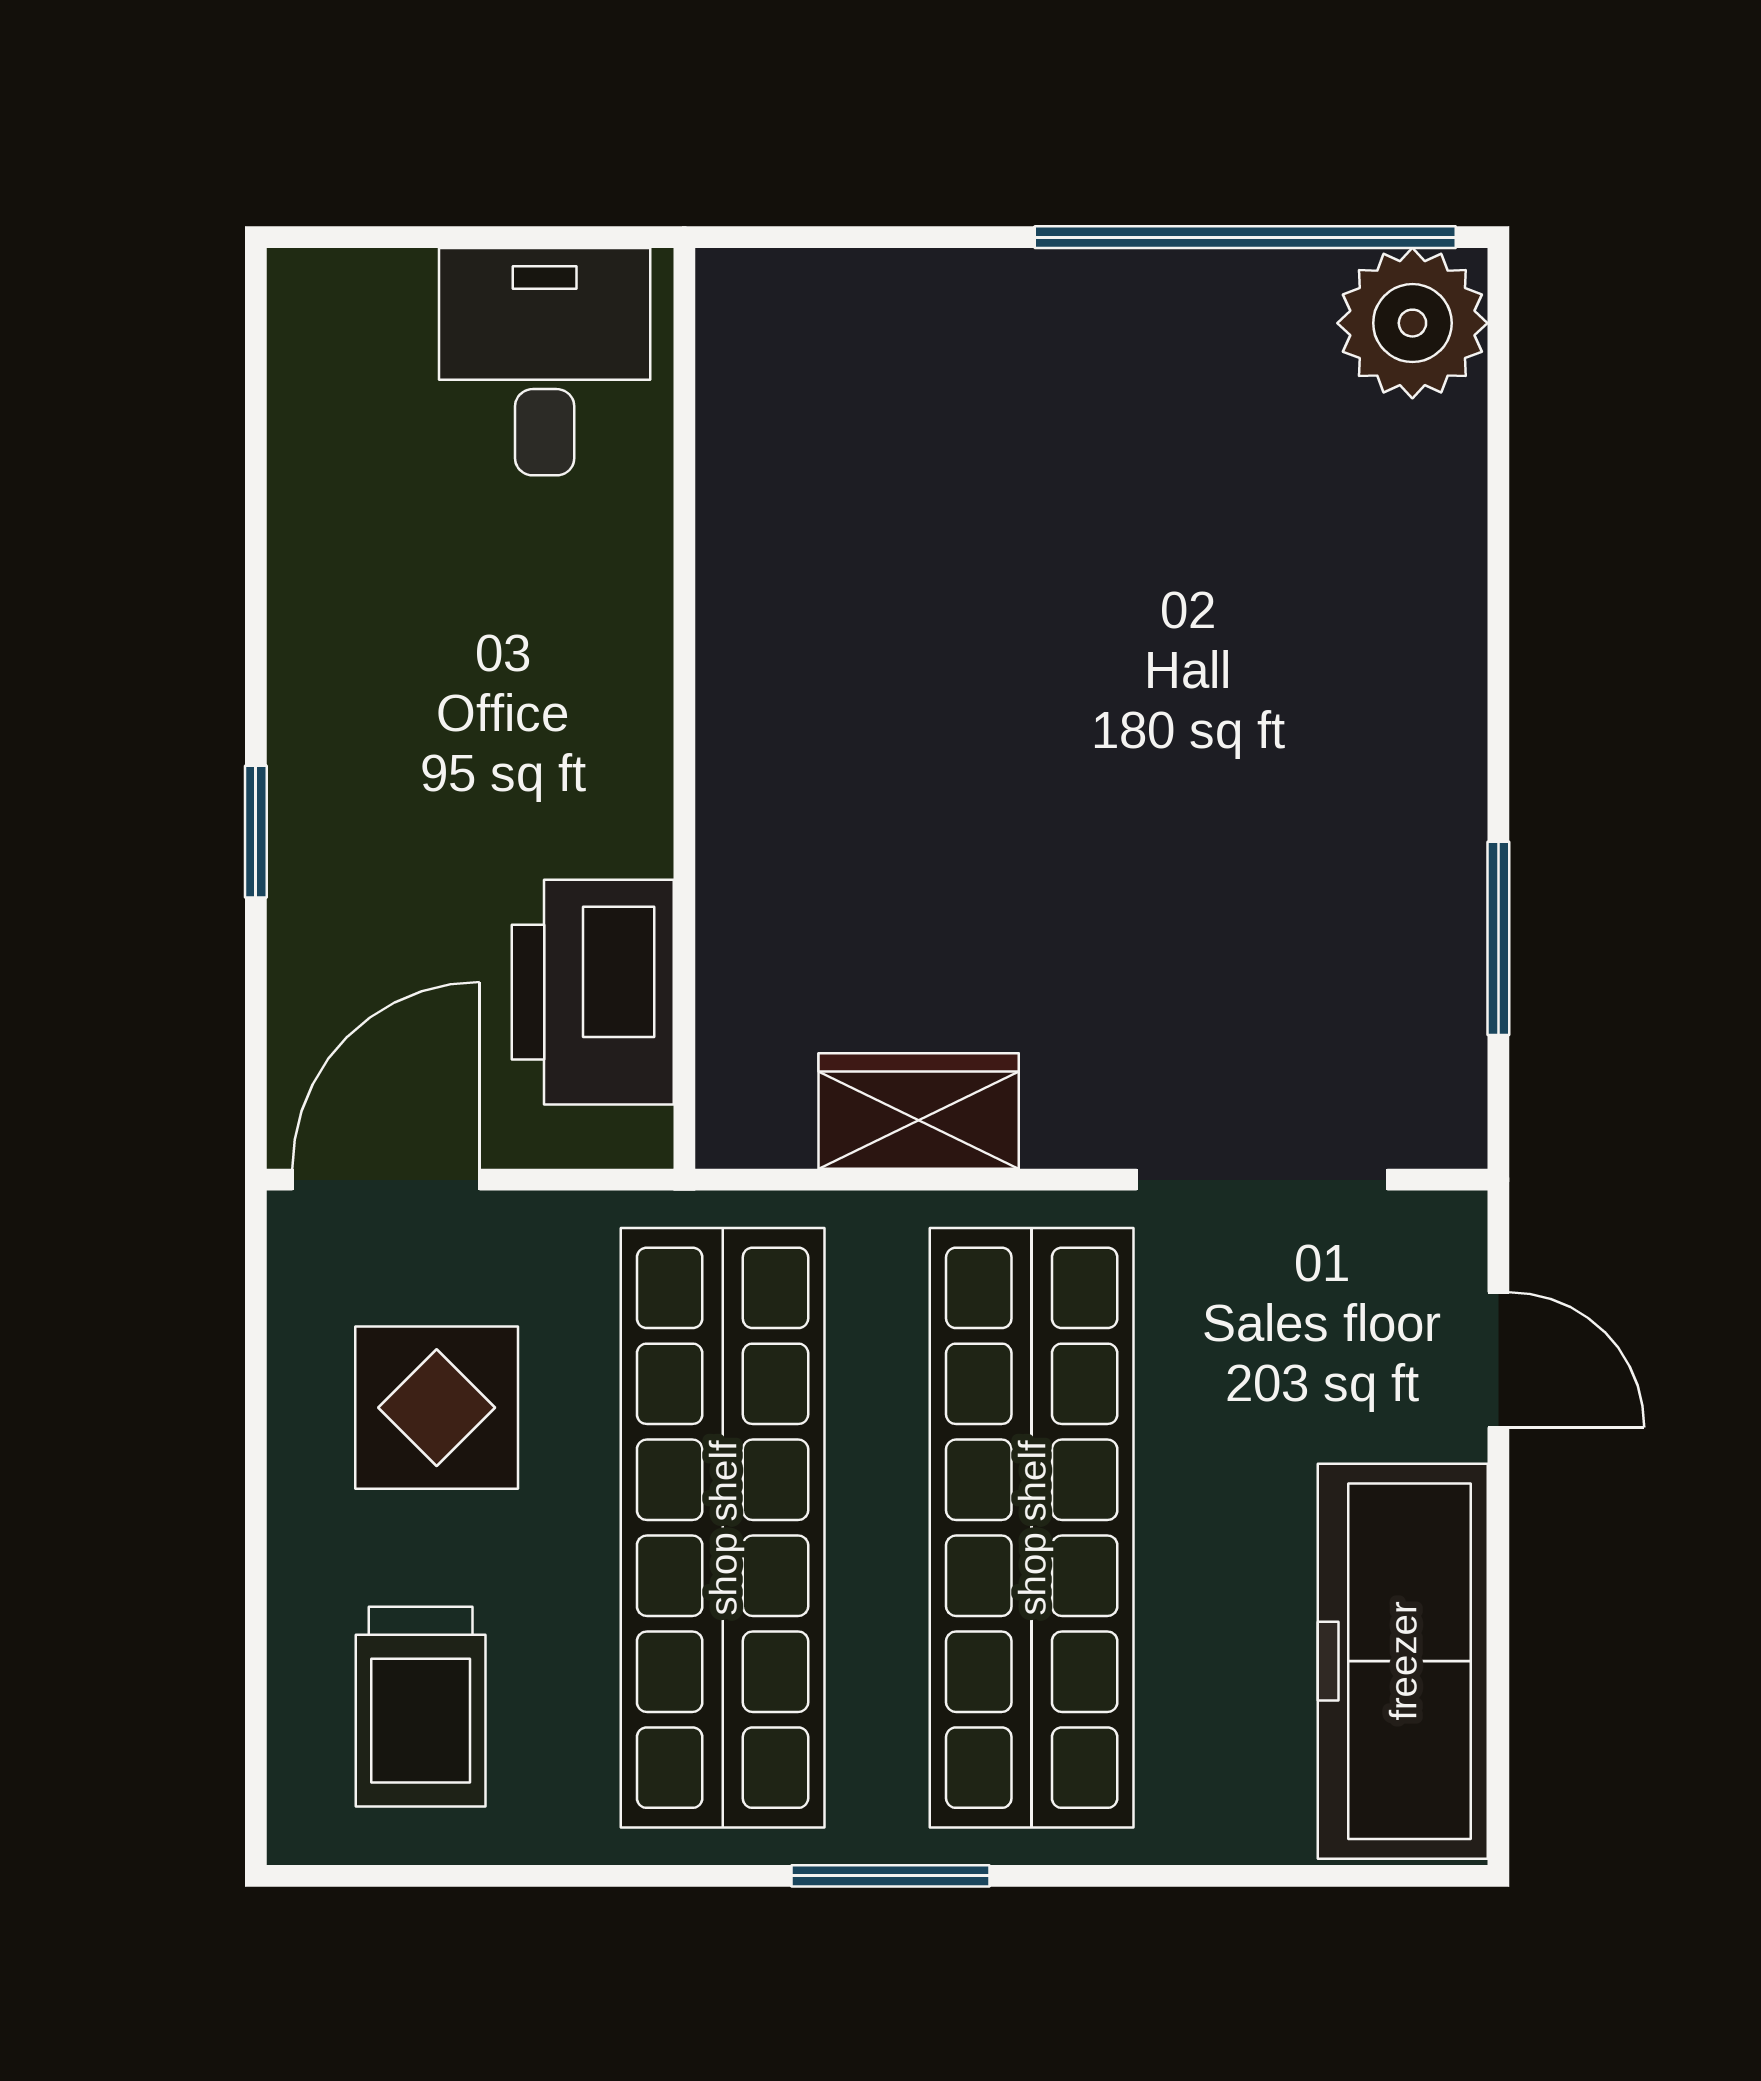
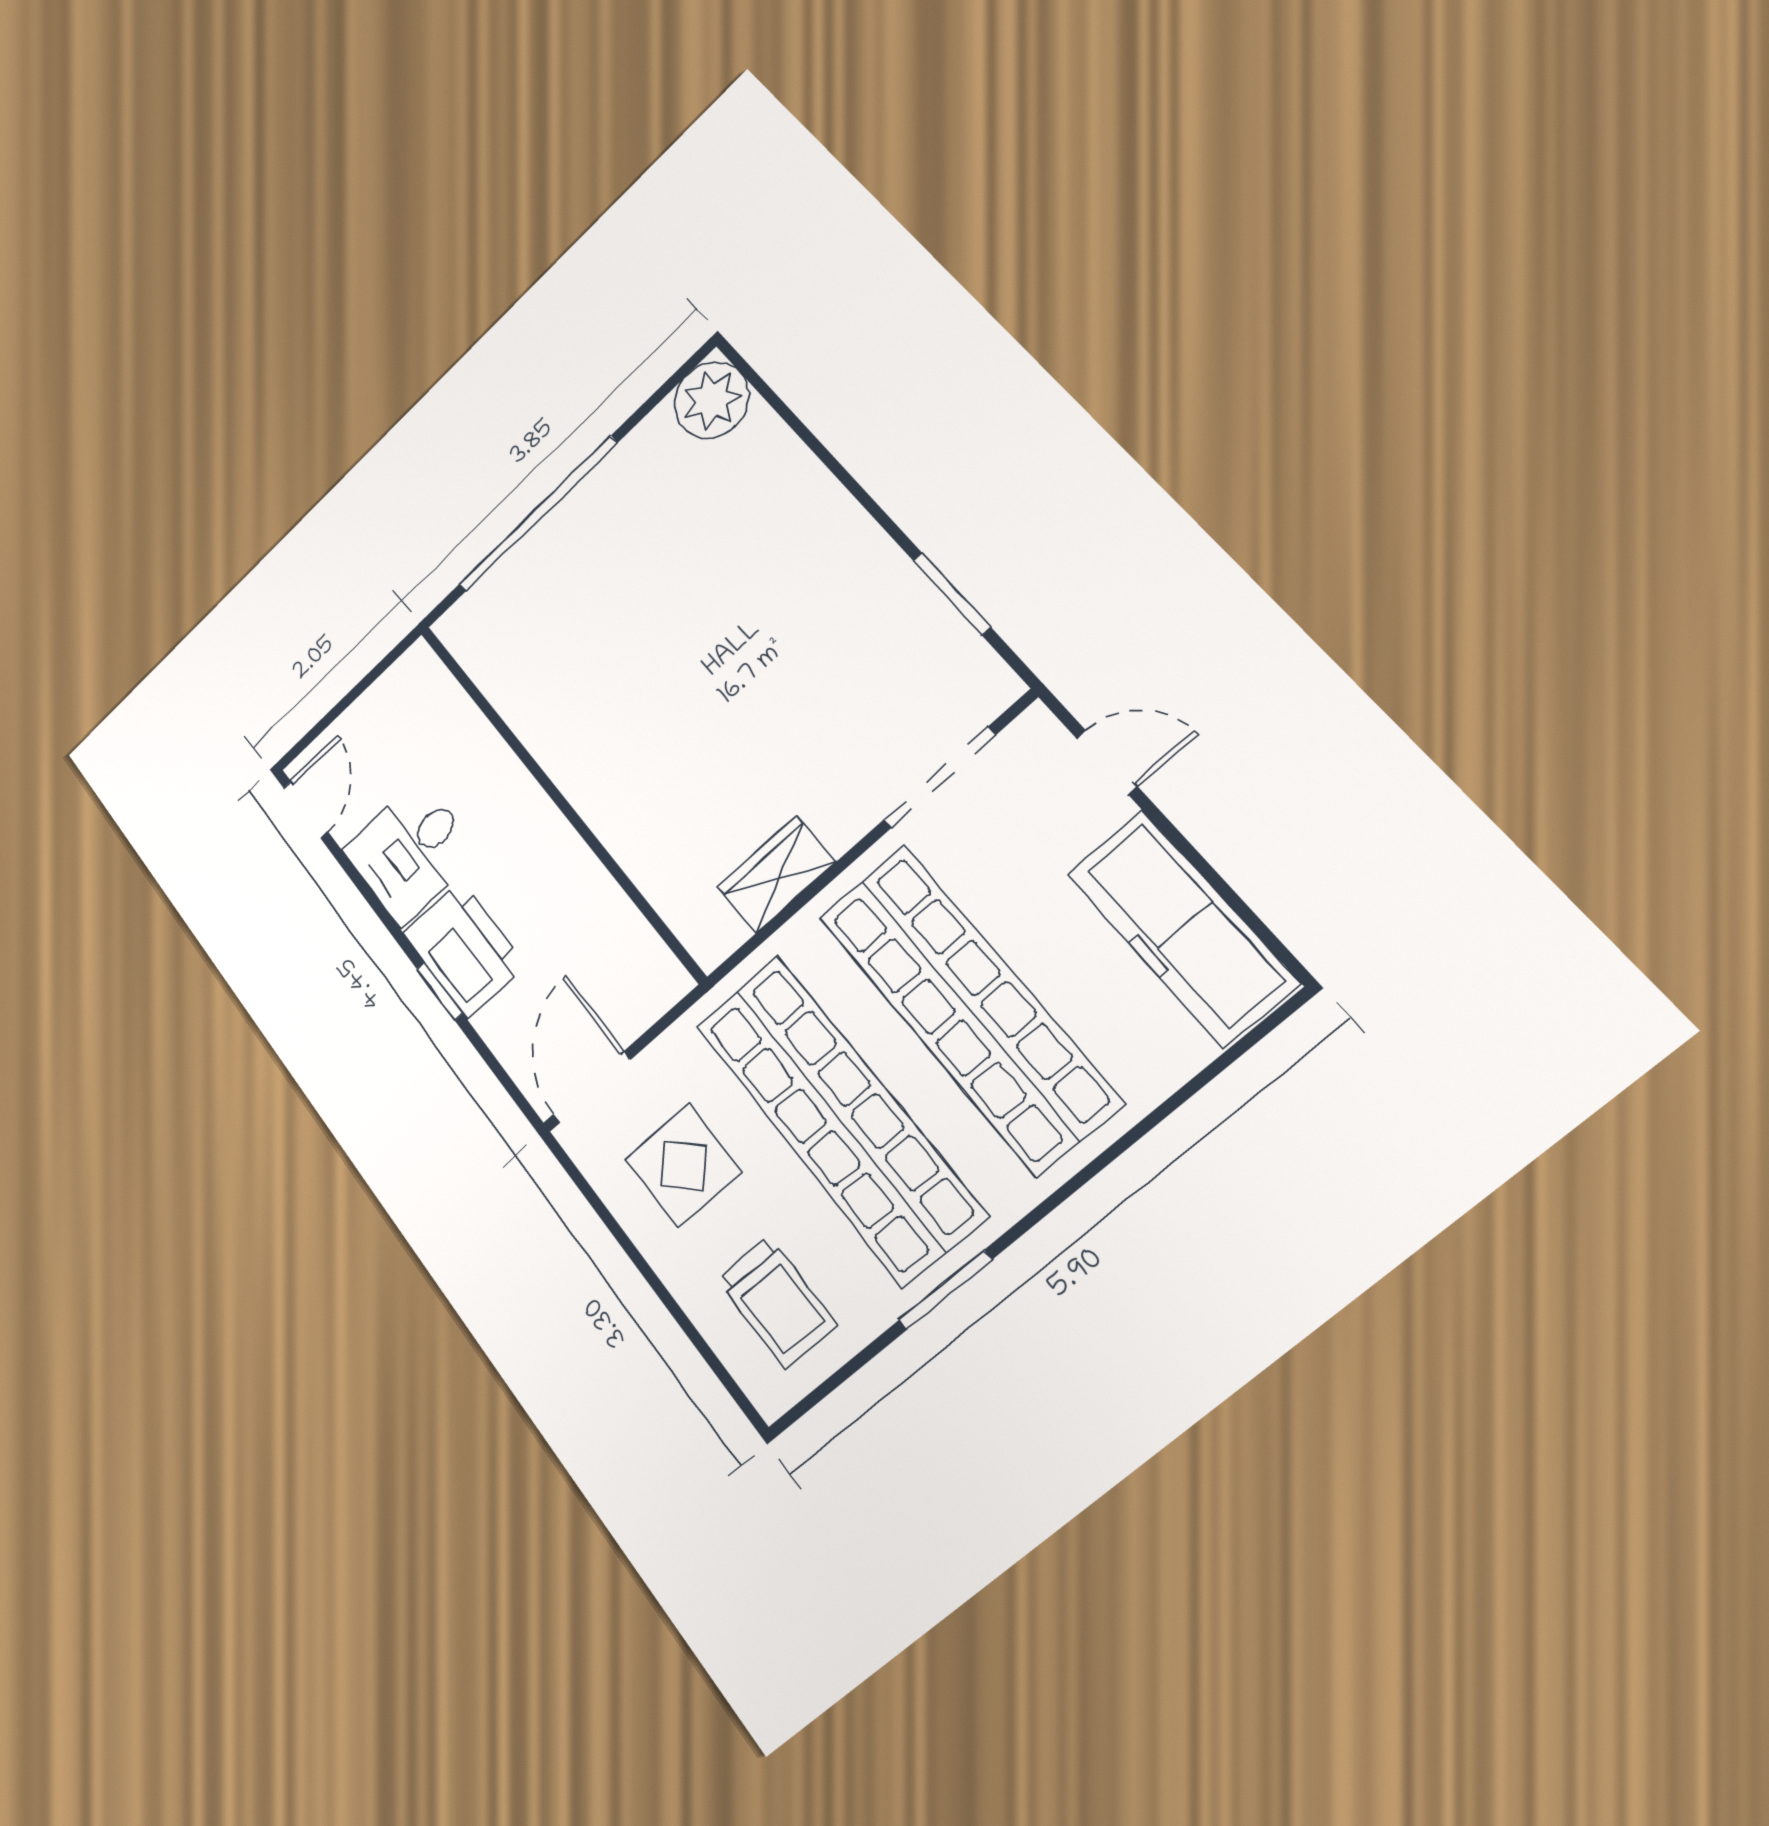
window: (1245, 237) -> (538, 514), moved
door: (256, 348) -> (306, 810), added
desk: (545, 362) -> (411, 852), moved, turned -90
printer: (593, 992) -> (464, 949), moved, turned 180
window: (890, 1876) -> (945, 1290), moved

